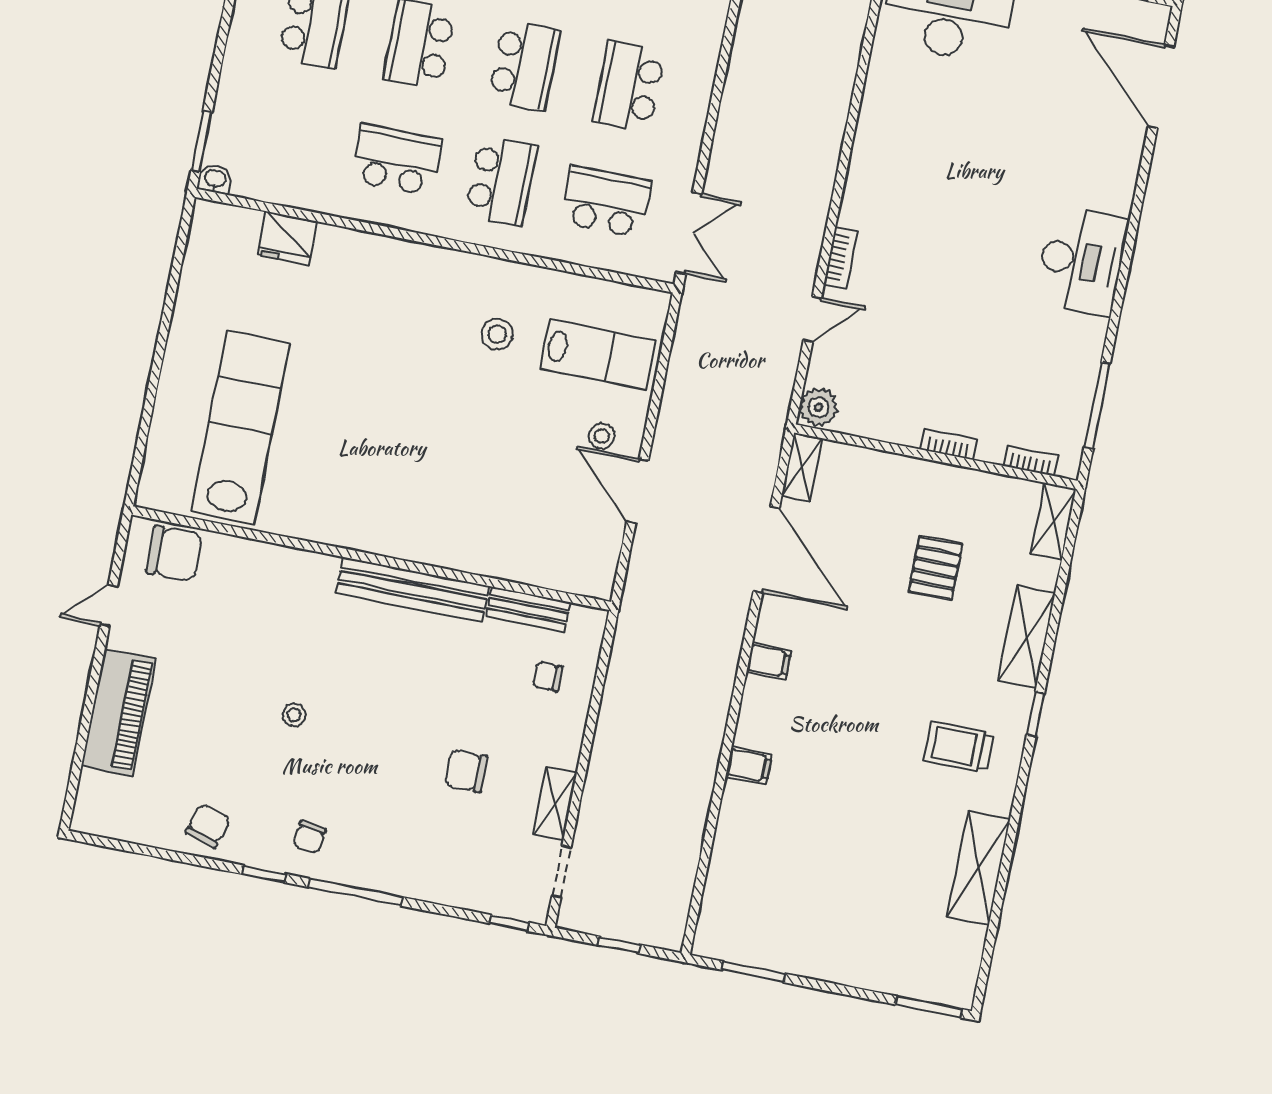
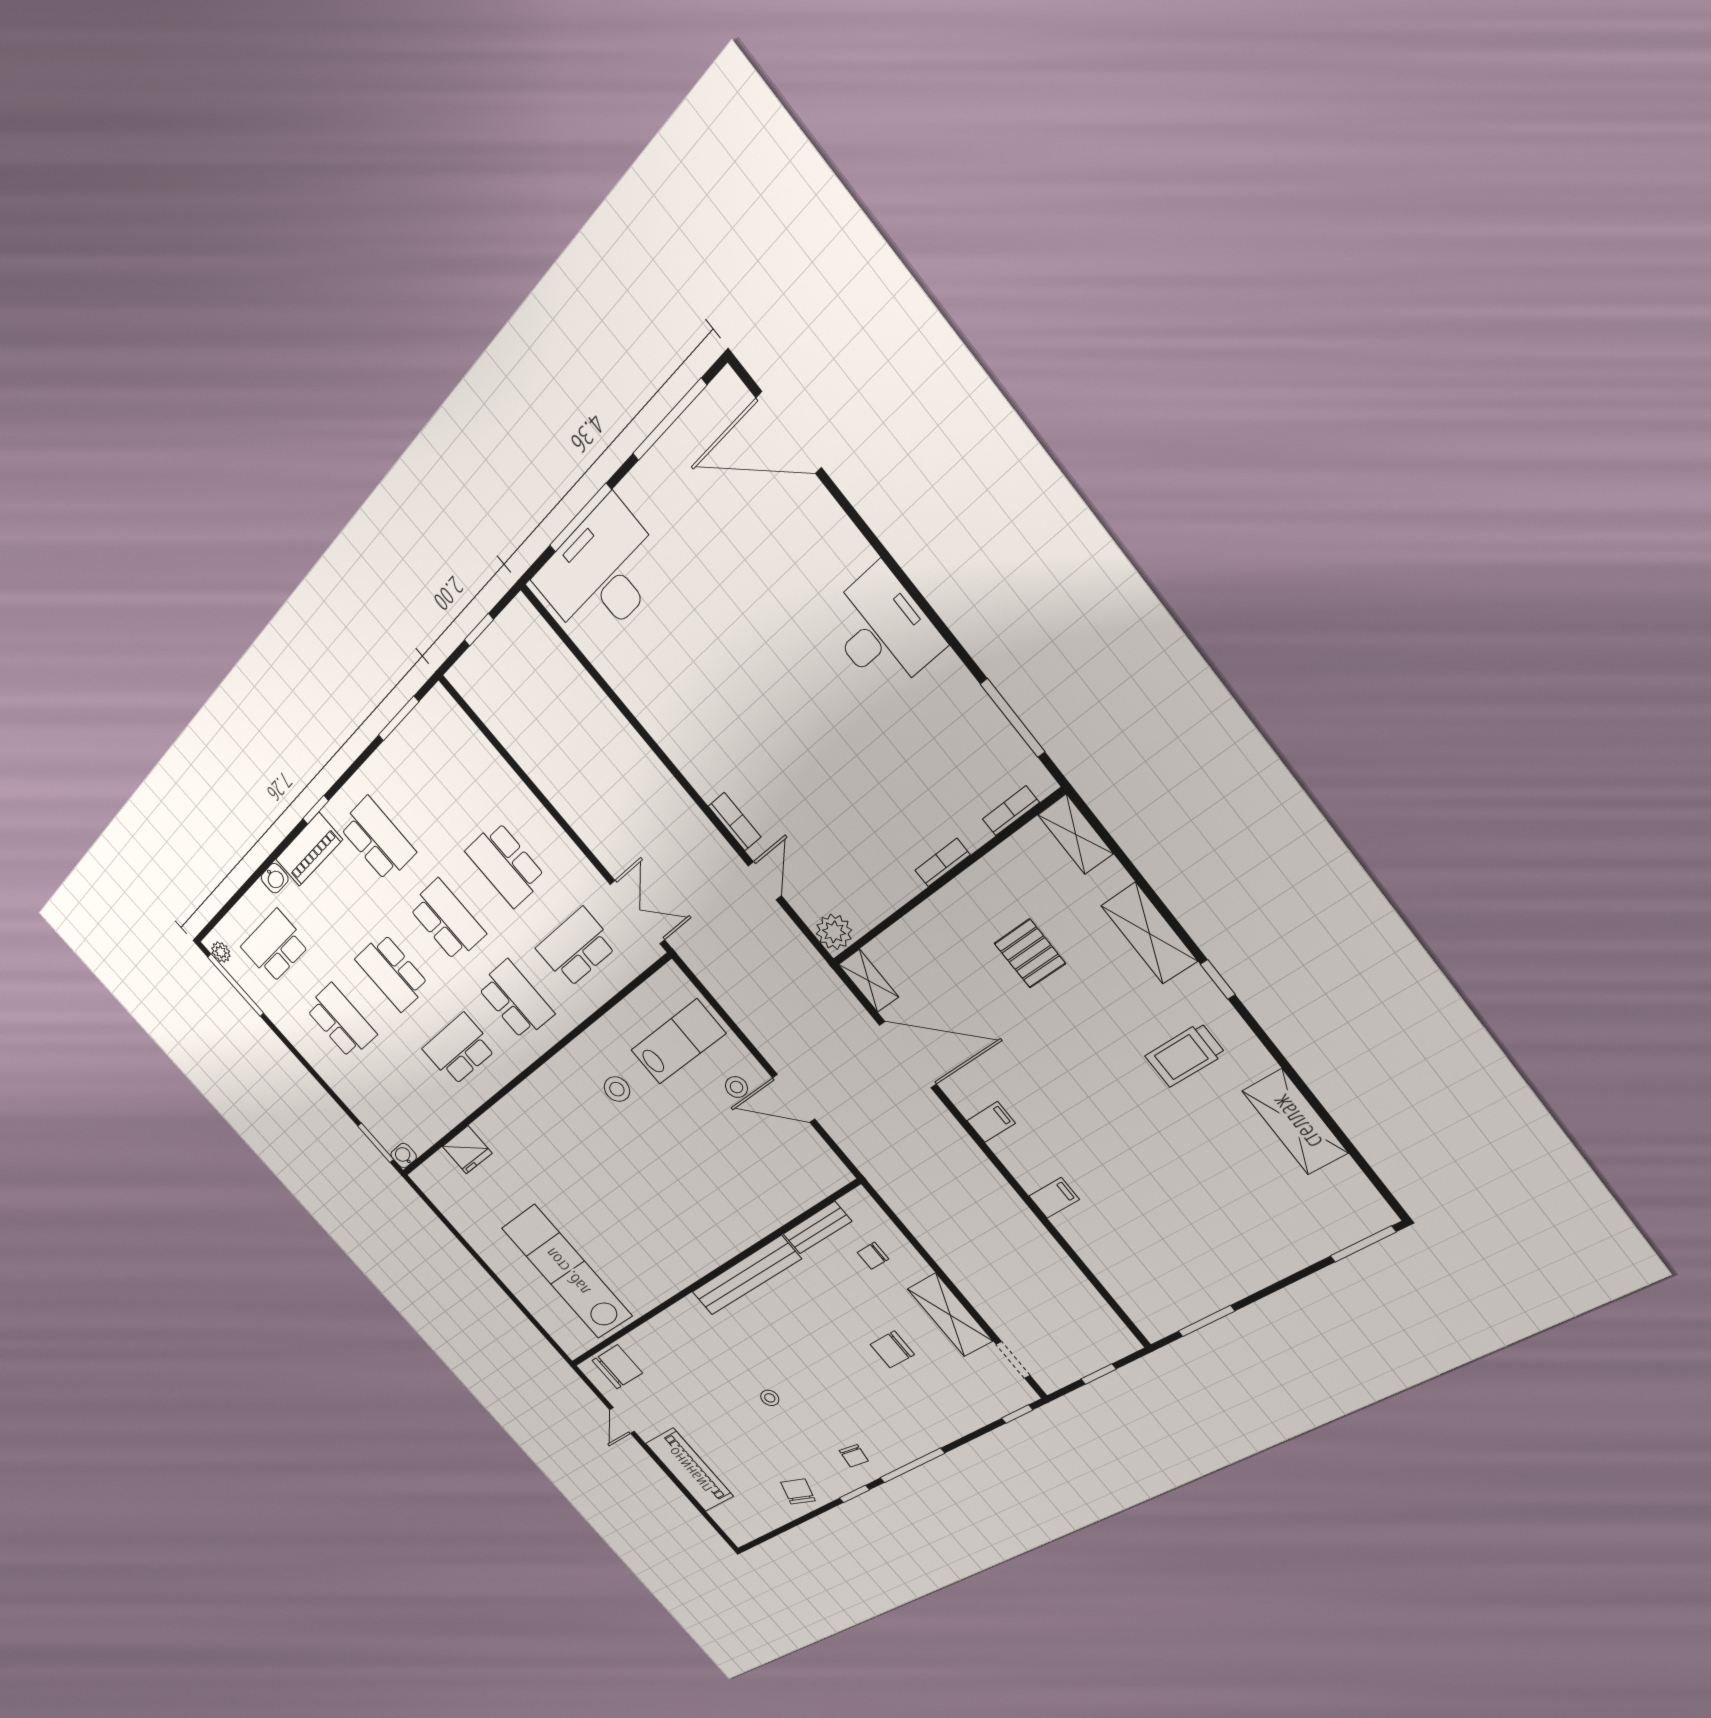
shelving: (555, 803) -> (950, 1315), width x1.50, depth x1.33

